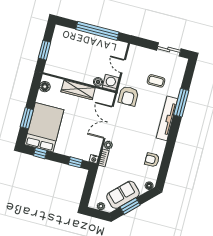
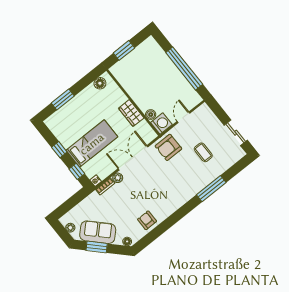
wardrobe: (78, 90) -> (131, 113), width x0.67
tv unit: (167, 118) -> (188, 193), removed
bed: (44, 127) -> (92, 144), moved, width x0.67
window: (40, 153) -> (59, 150), moved

